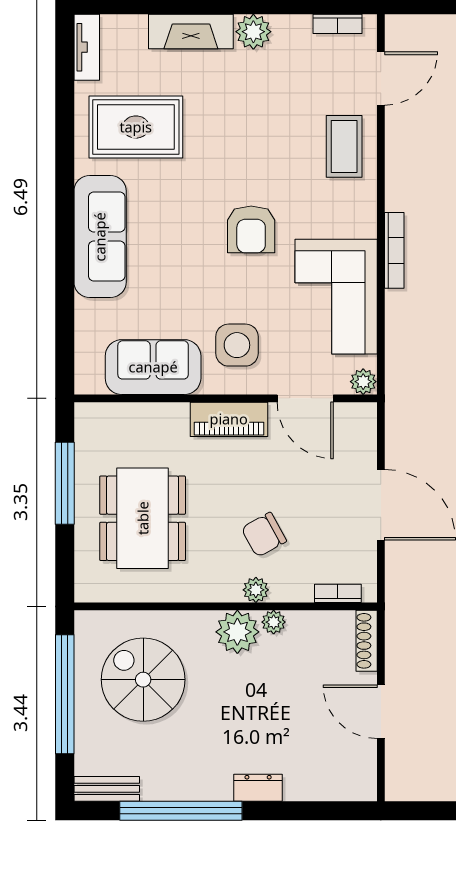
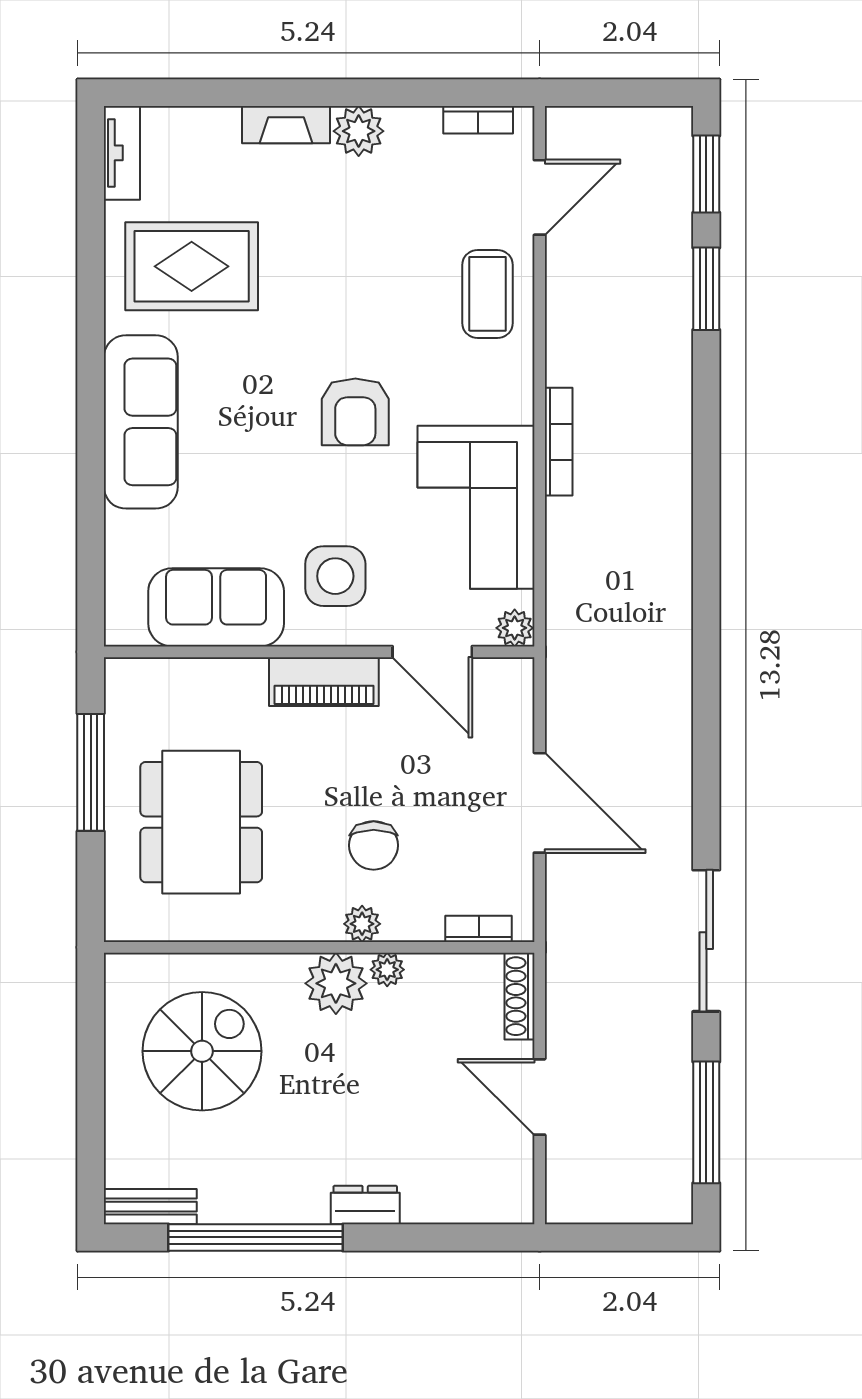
fireplace: (191, 31) -> (286, 125), width x0.73, depth x0.76
chair: (264, 535) -> (374, 845), turned -61
spiral stairs: (143, 680) -> (202, 1051), turned 90
window: (65, 694) -> (91, 1072), removed

